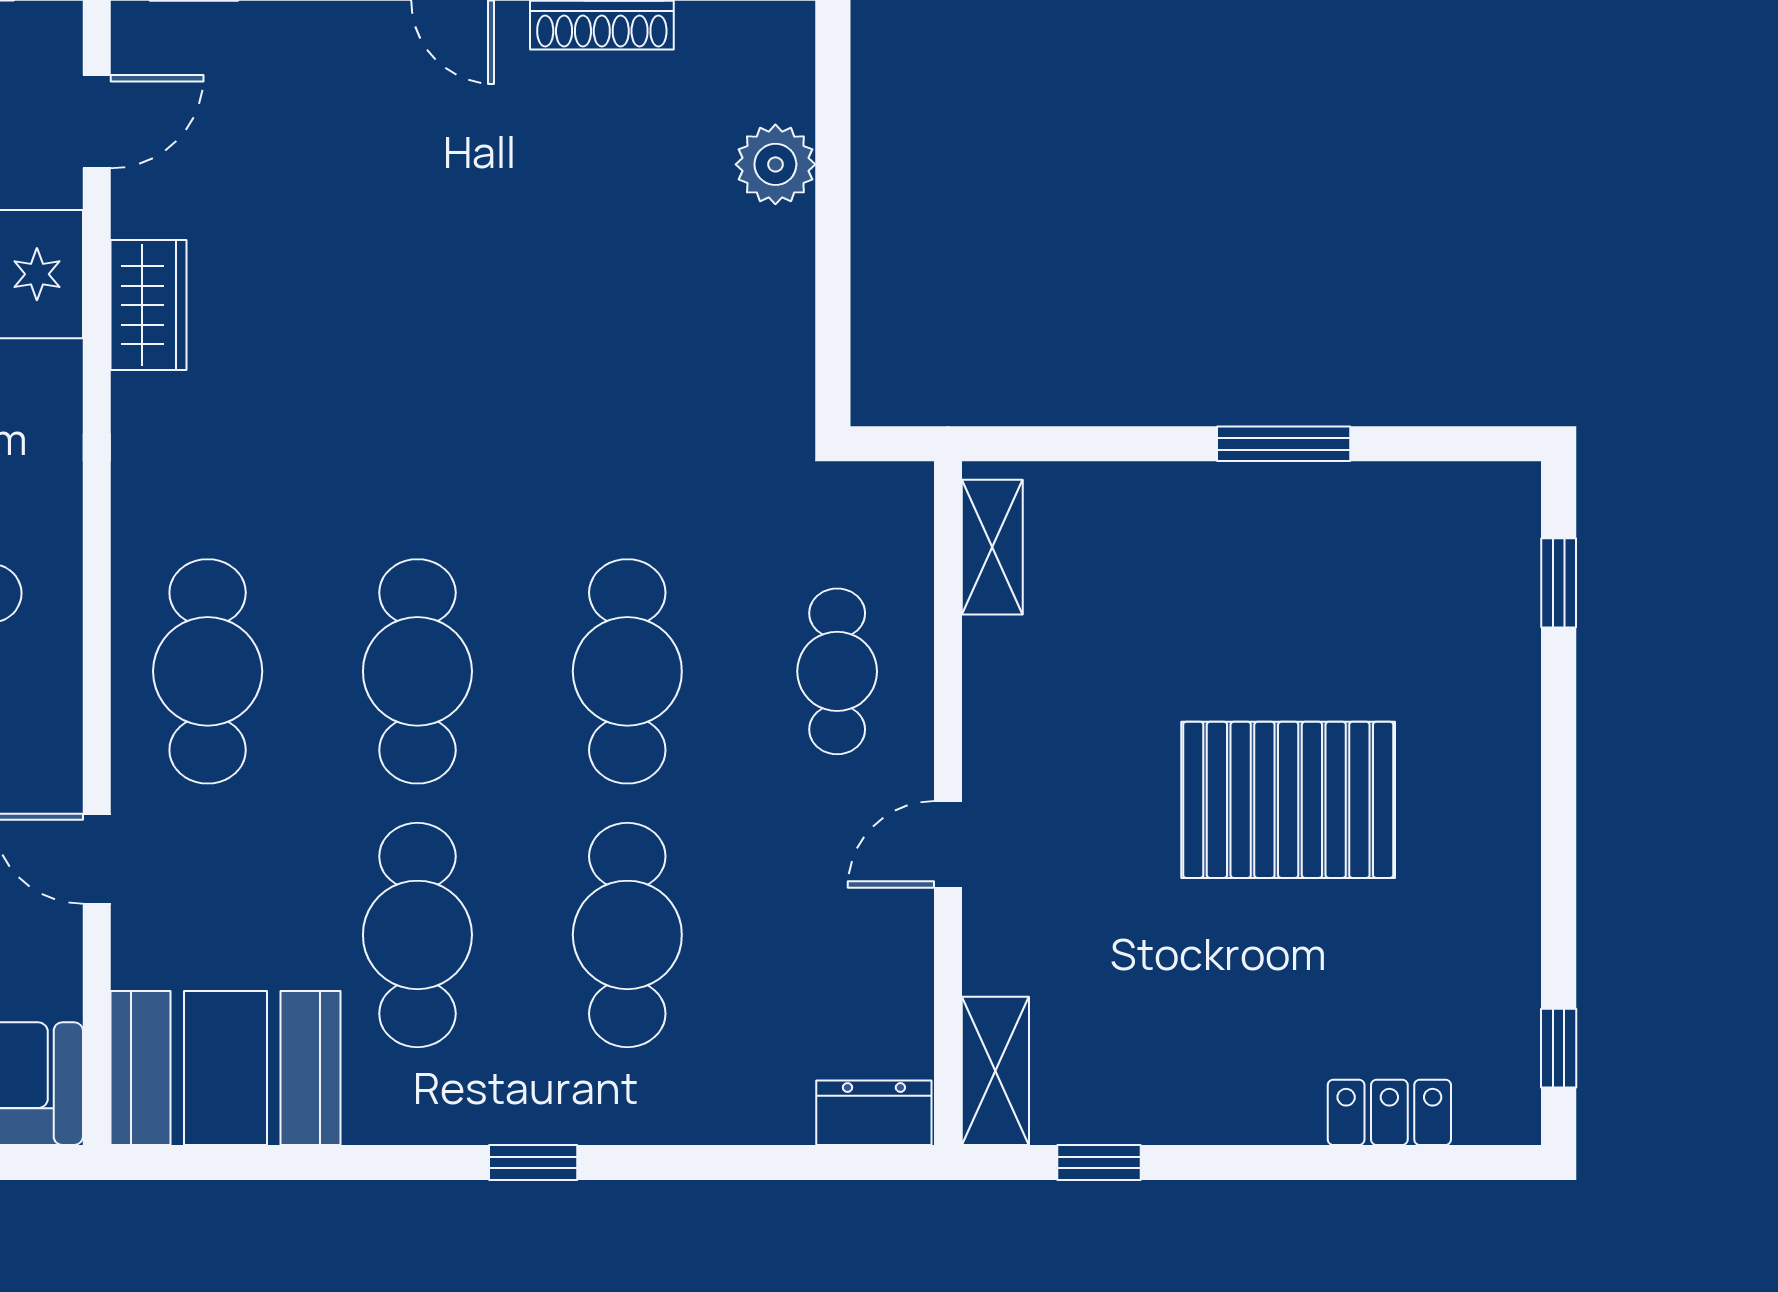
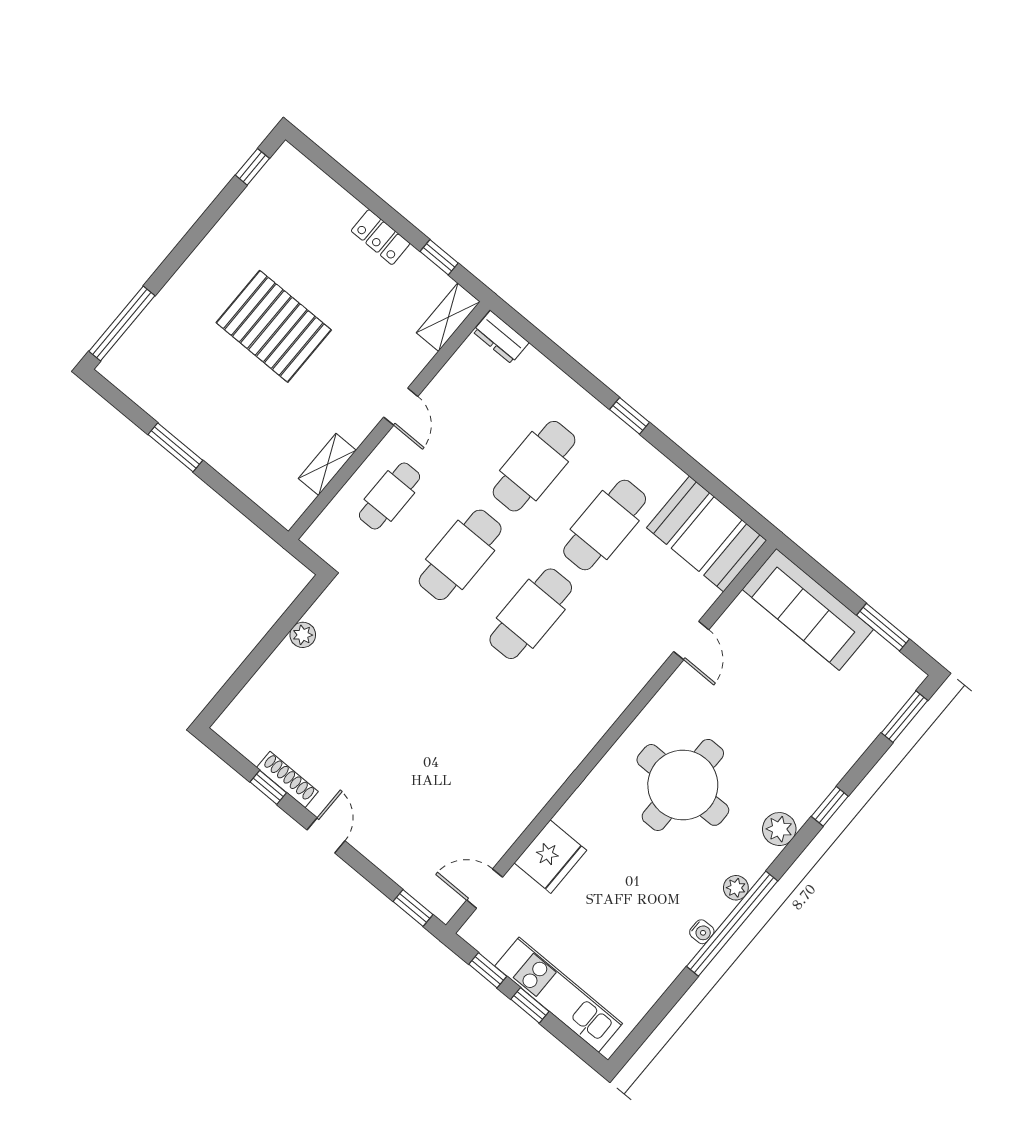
plant: (775, 164) -> (303, 635), moved, width x0.73, depth x0.73
wardrobe: (148, 305) -> (519, 812), removed
shelving: (992, 547) -> (327, 464), moved
window: (1559, 583) -> (122, 323), width x2.17
cafe table: (208, 671) -> (601, 673), removed
door: (948, 844) -> (401, 407), hinge flipped
locker: (1389, 1112) -> (381, 237), moved

